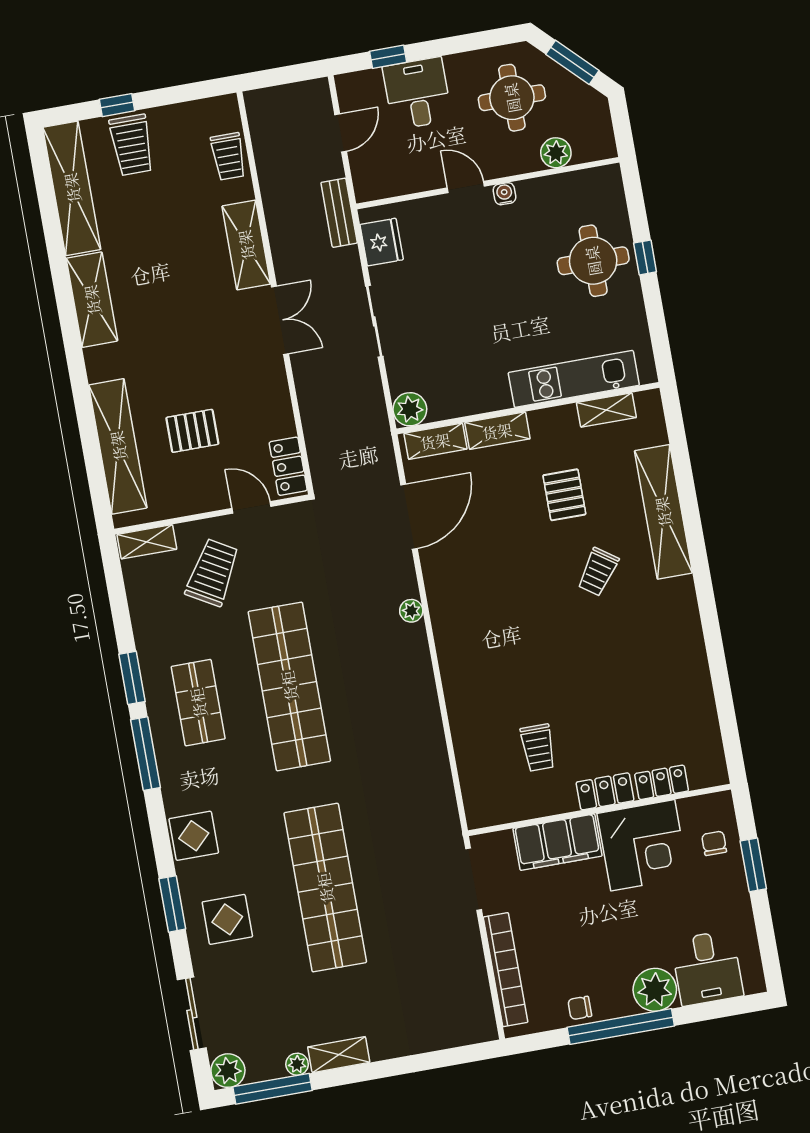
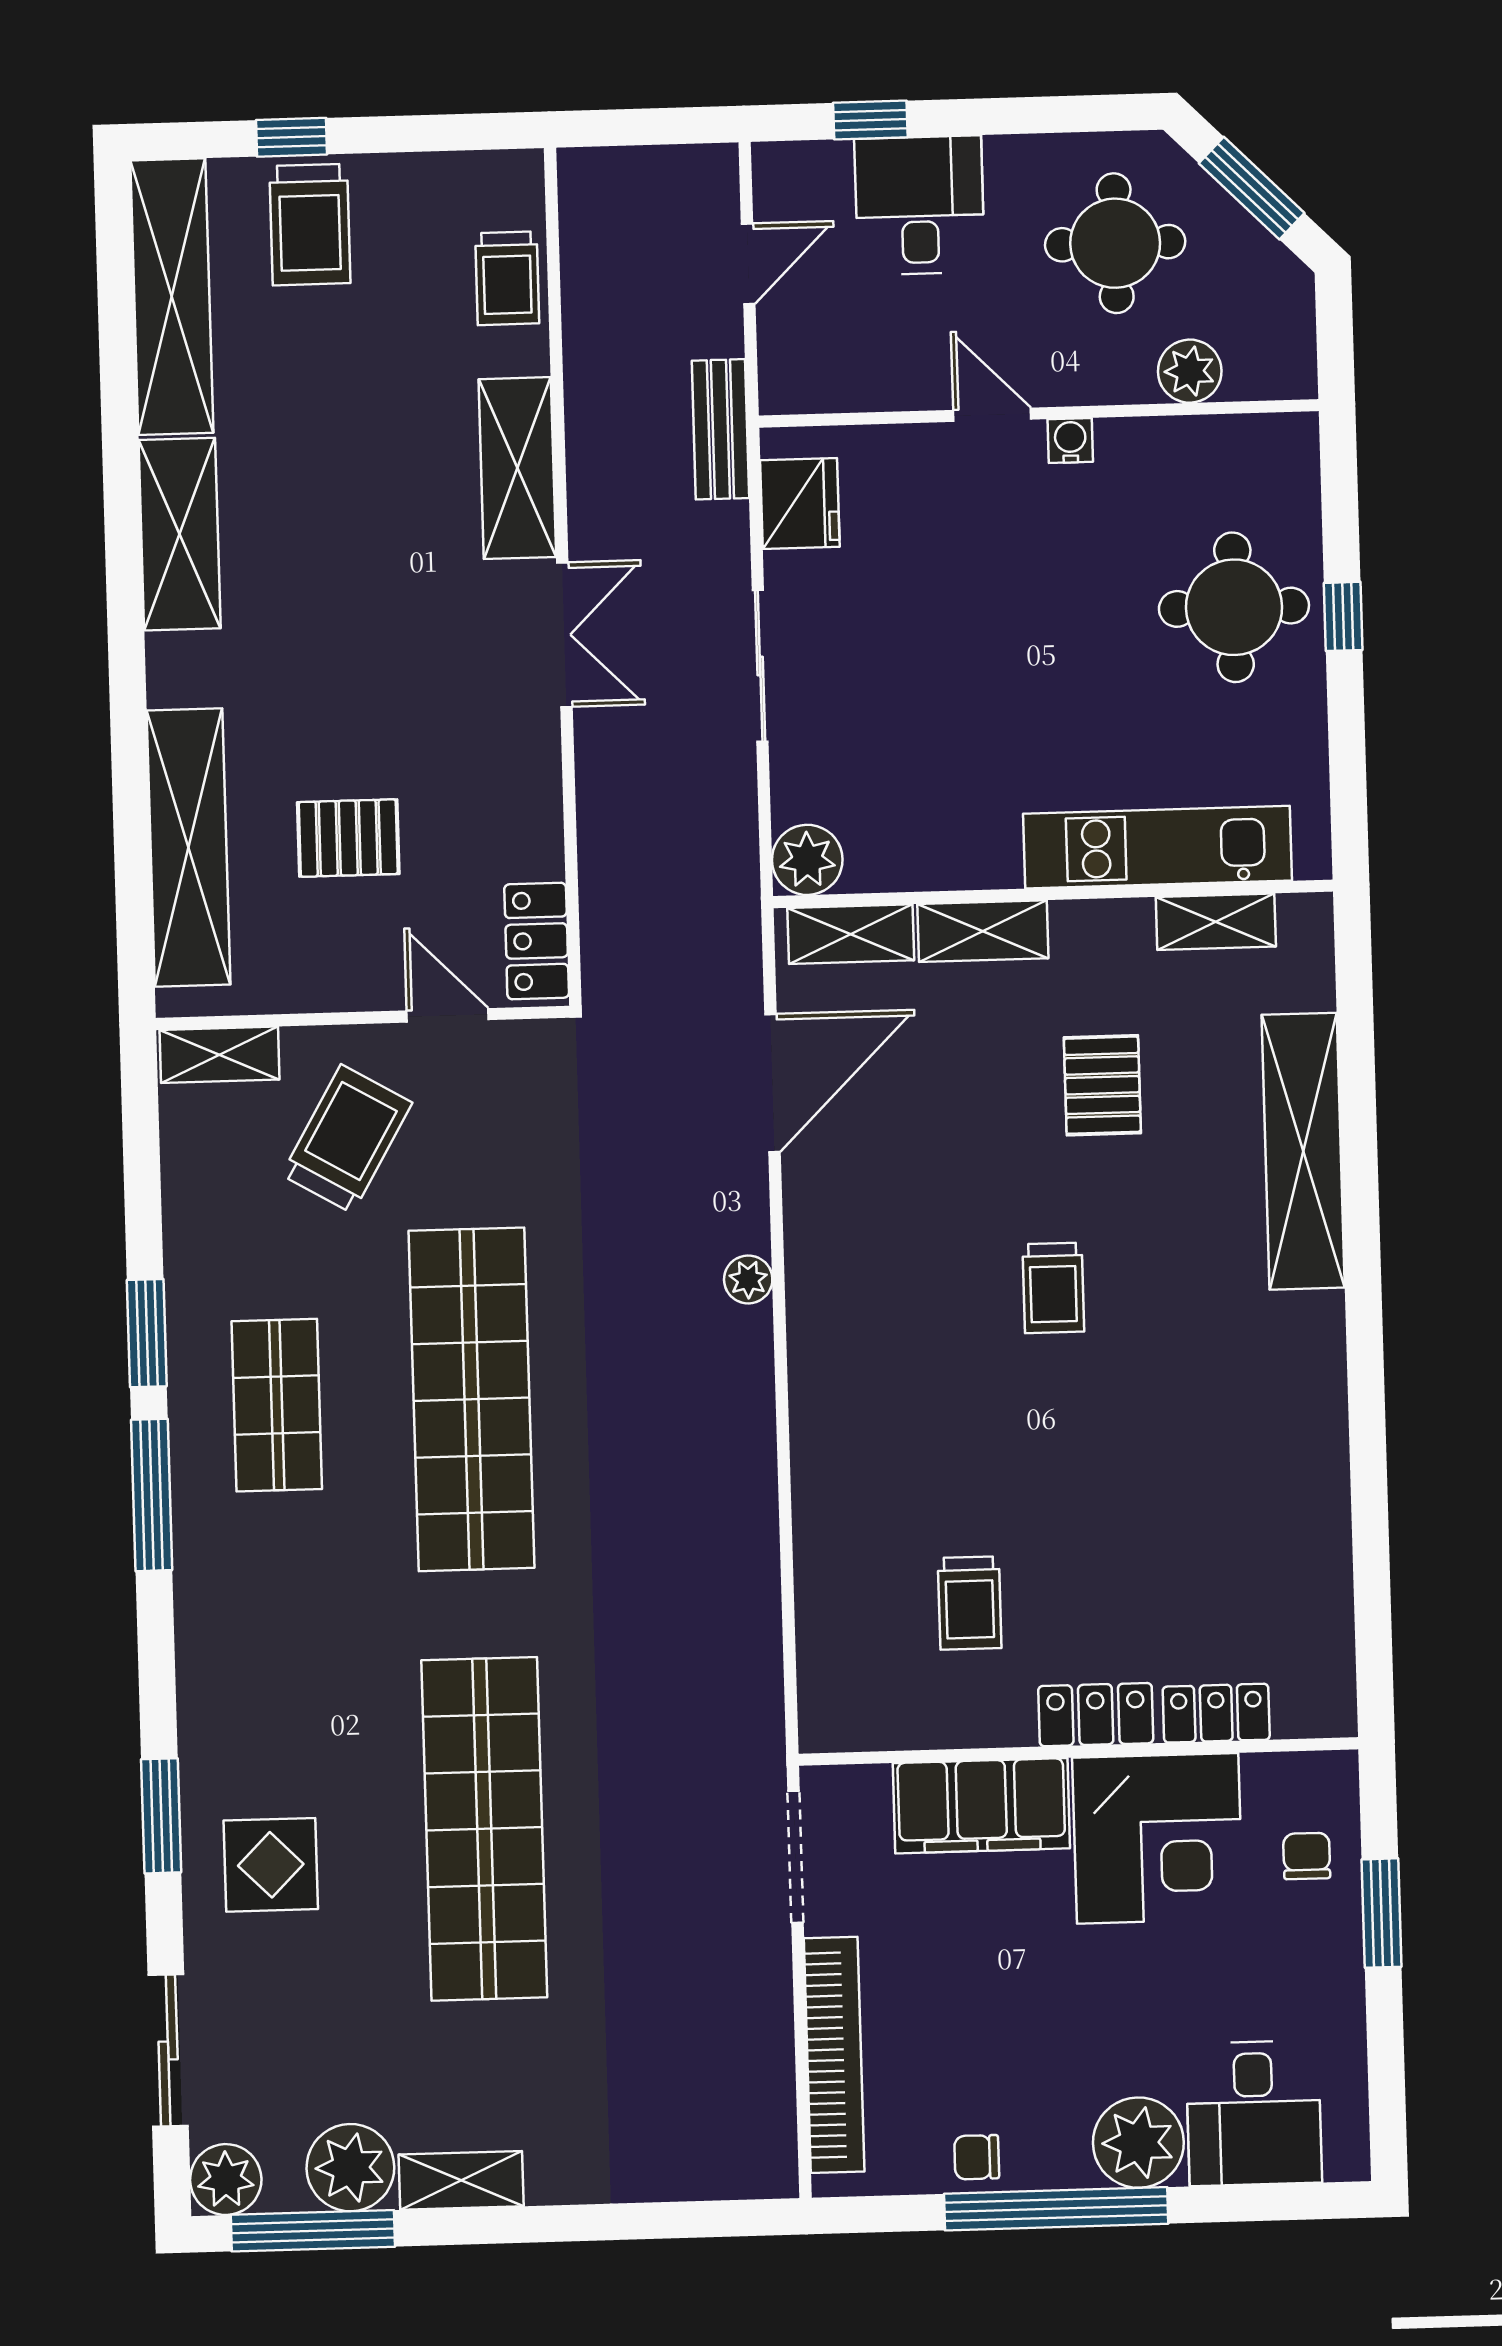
trolley: (598, 572) -> (1053, 1288), moved, turned -35
display table: (194, 836) -> (227, 1681), removed
plant: (297, 1064) -> (350, 2168), width x1.88, depth x1.88

